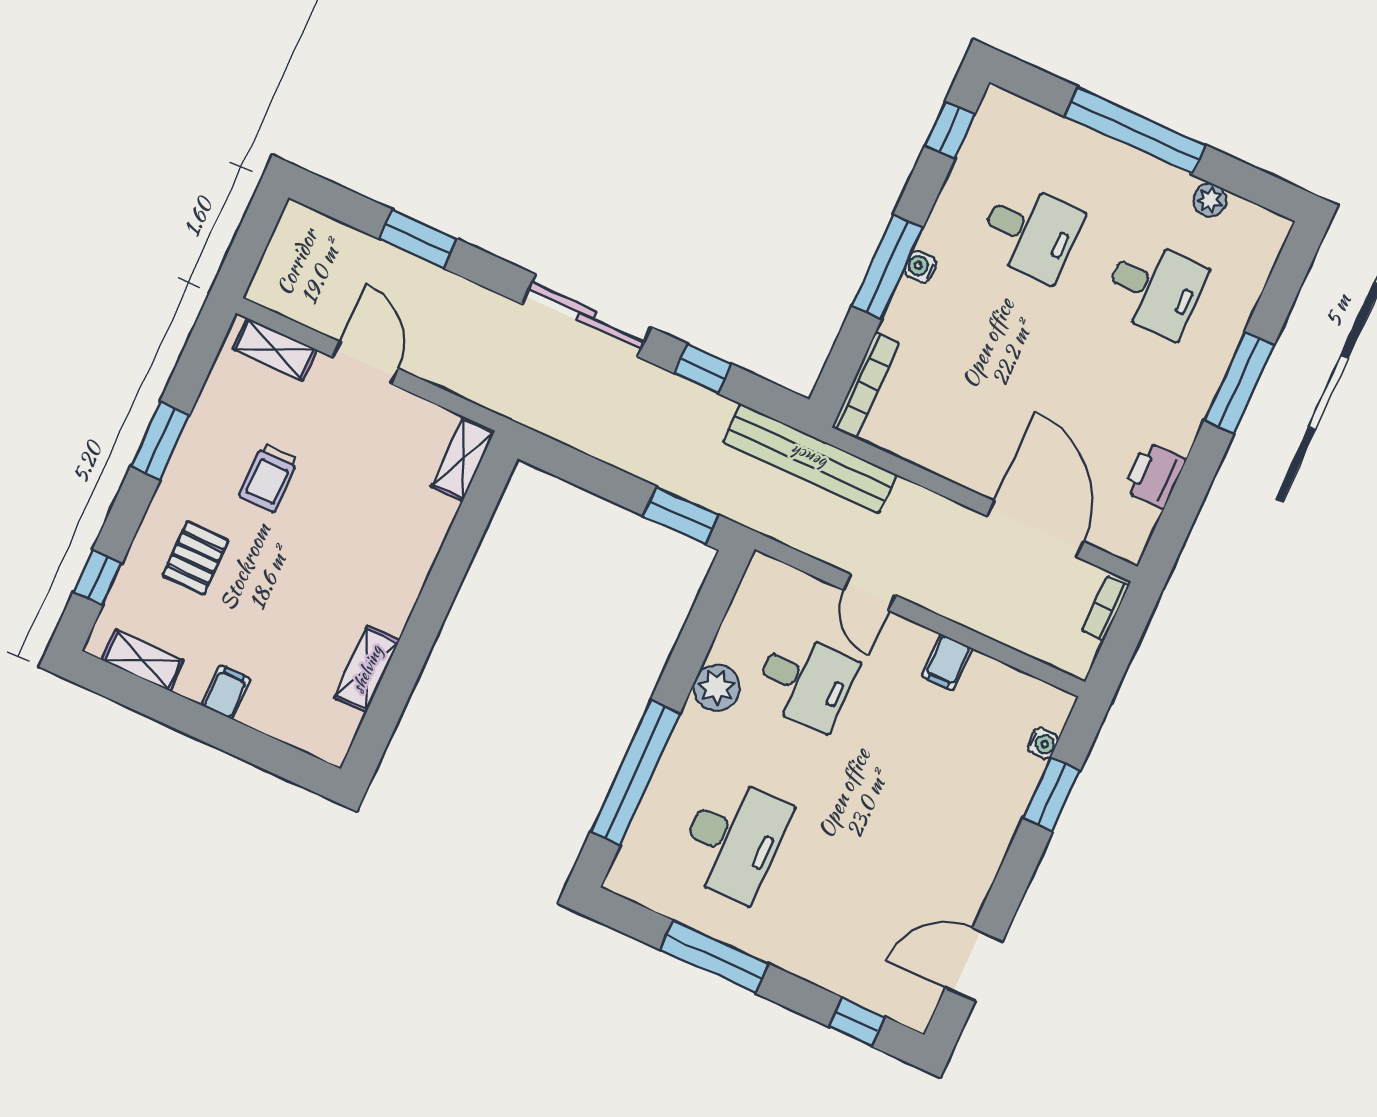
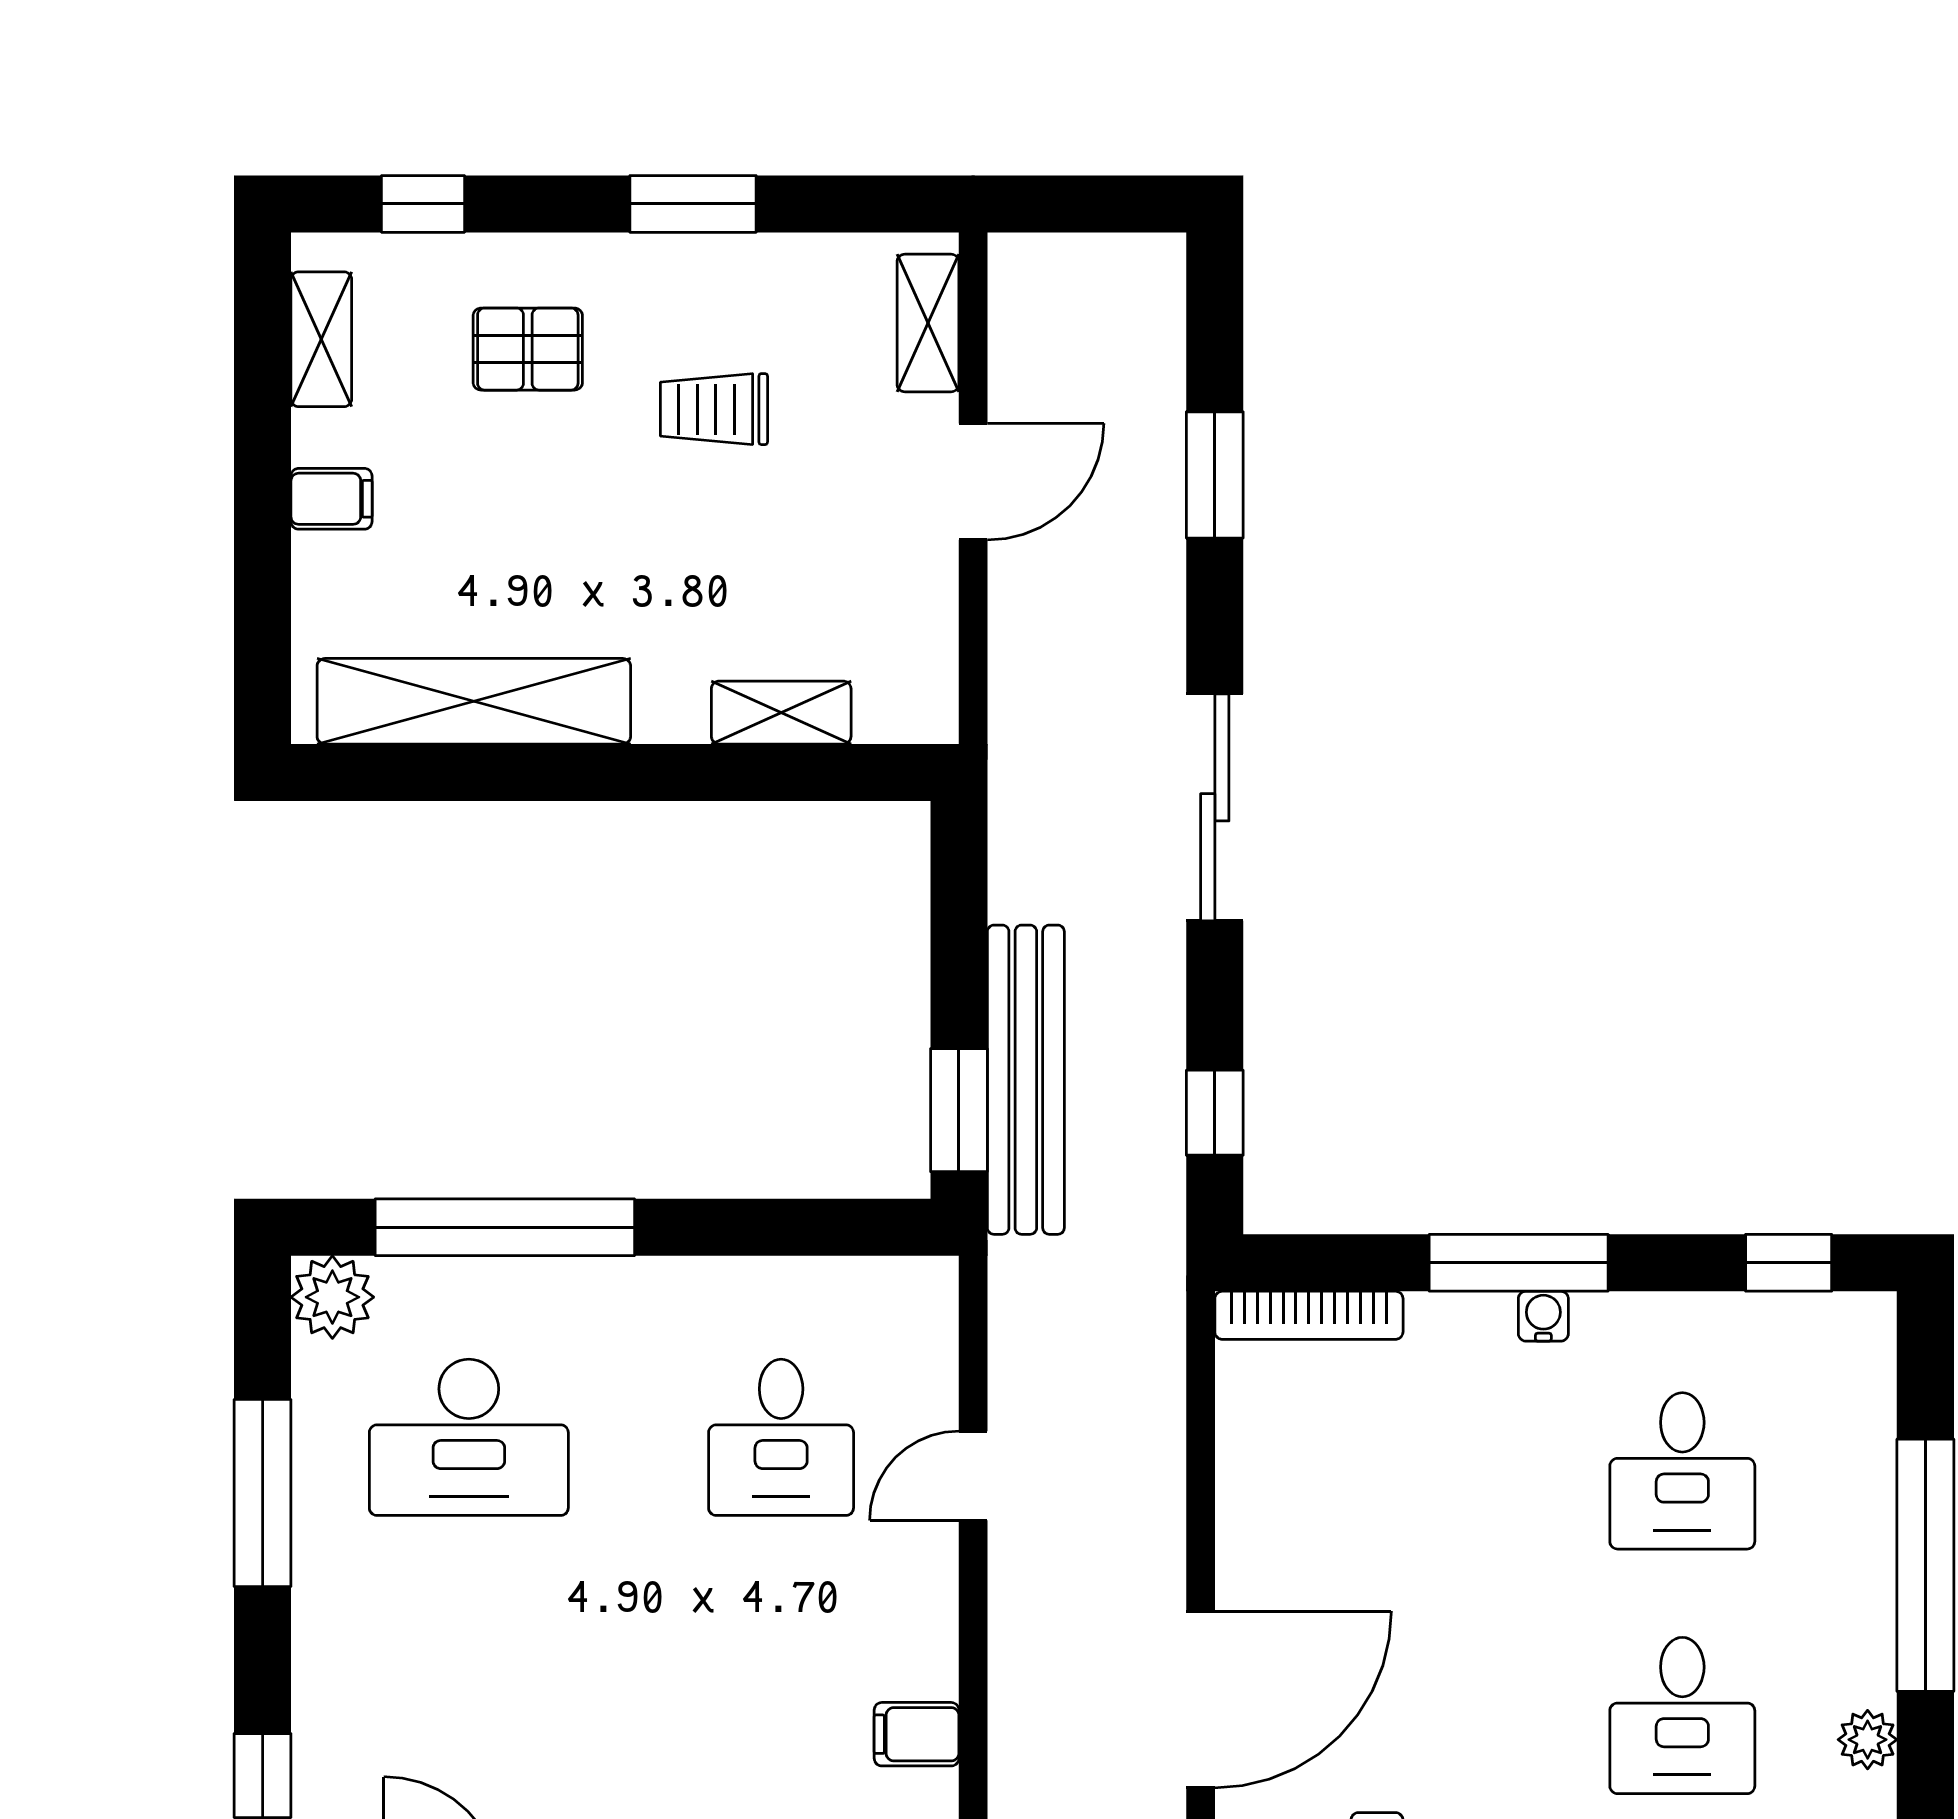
window: (703, 369) -> (1215, 1113), moved
bench: (810, 458) -> (1026, 1080), moved
shelving: (463, 459) -> (781, 713), moved
filing cabinet: (947, 662) -> (917, 1734), moved
shelving: (367, 669) -> (474, 701), width x2.20, depth x1.33
plant: (717, 688) -> (332, 1297), moved

